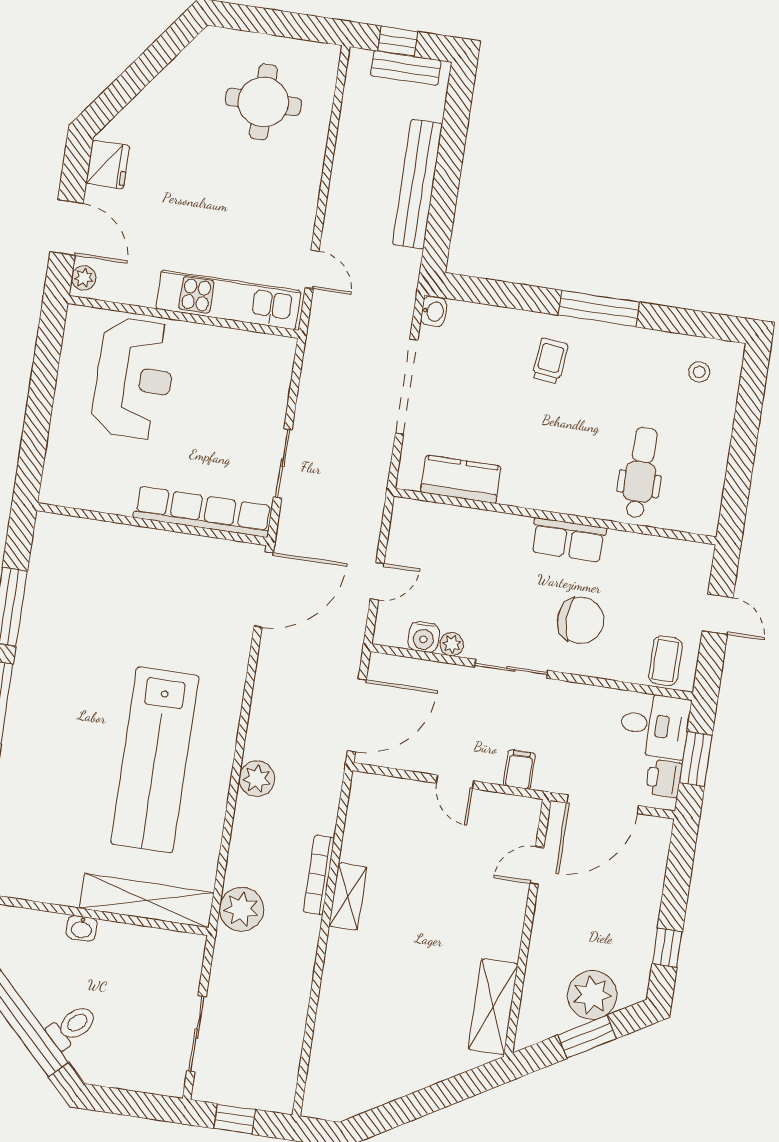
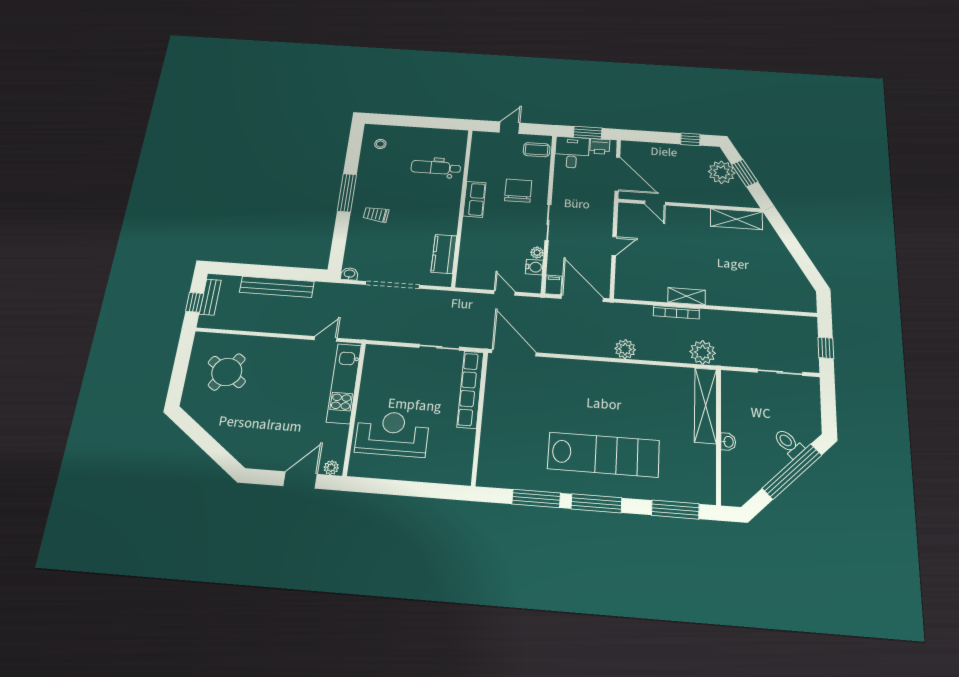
round table: (263, 102) -> (227, 372), turned 34
fridge: (108, 165) -> (262, 458), removed
lab bench: (155, 760) -> (603, 455), moved
filing cabinet: (519, 769) -> (553, 285), moved, turned 90

